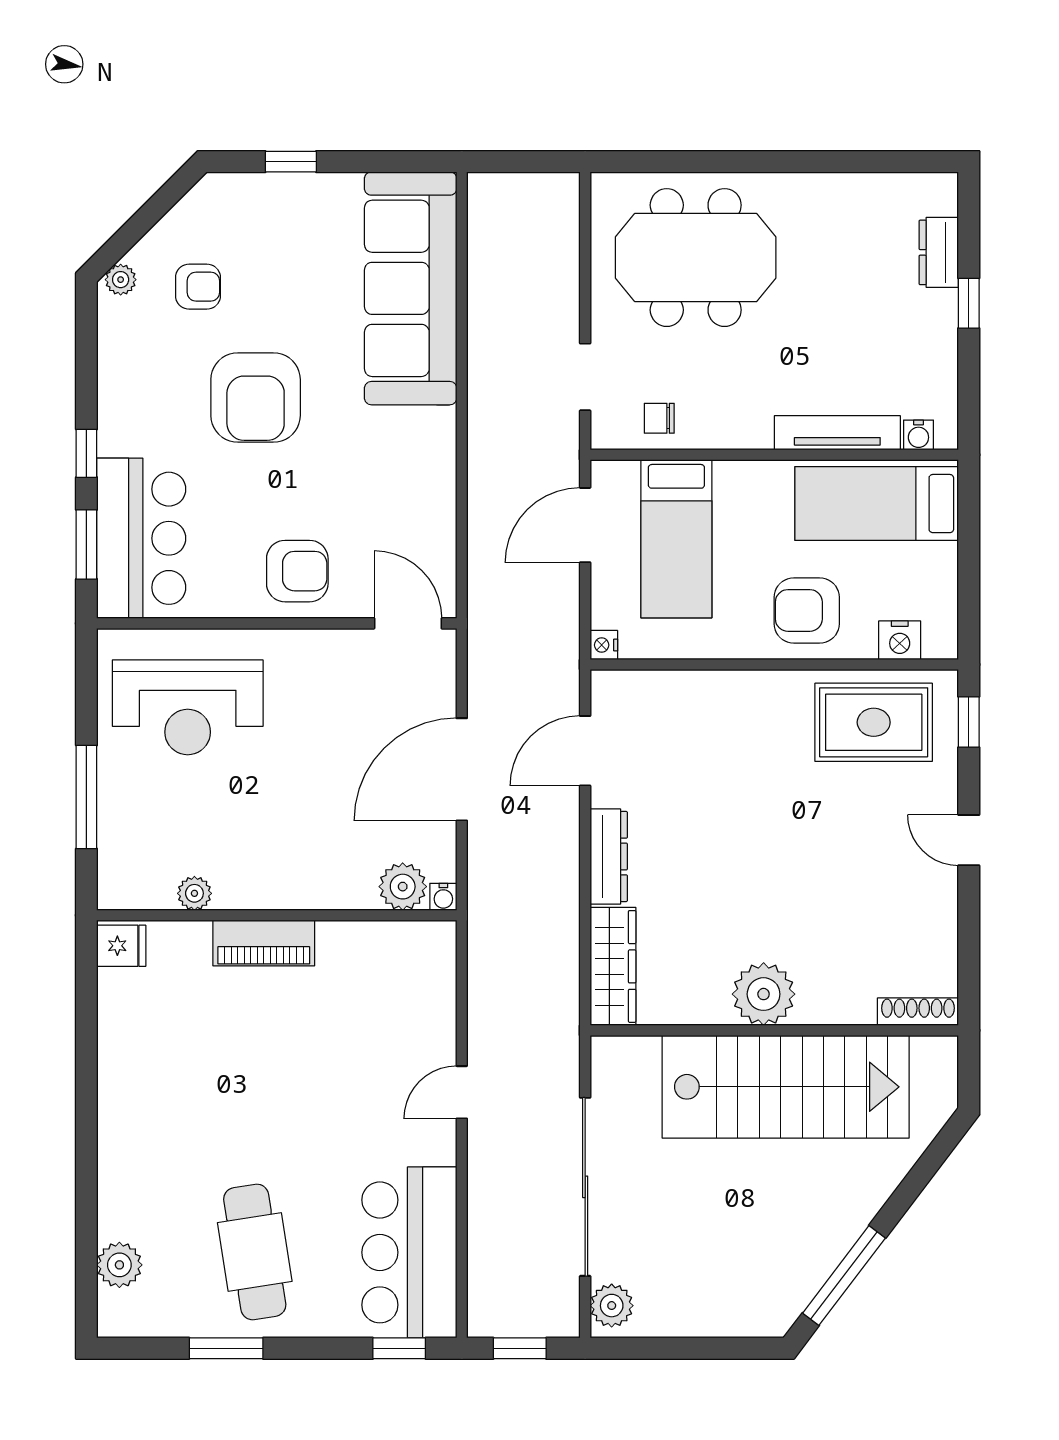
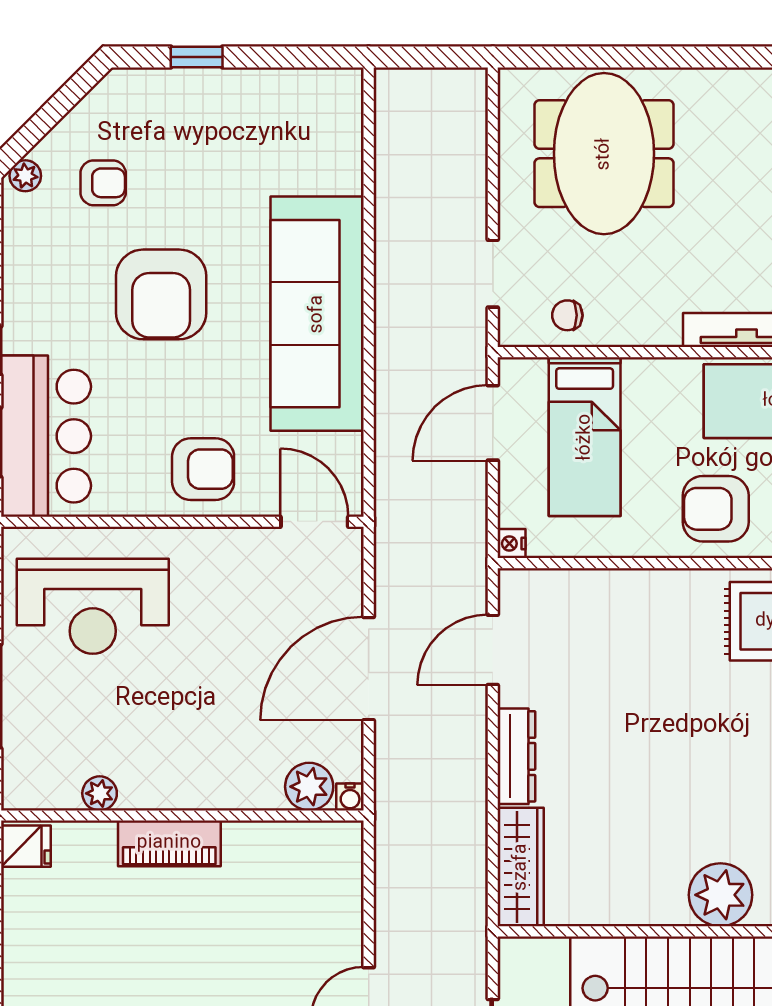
meeting table: (696, 258) -> (604, 154), turned 90
sofa: (411, 288) -> (317, 314), moved
plant: (764, 994) -> (720, 895), moved

